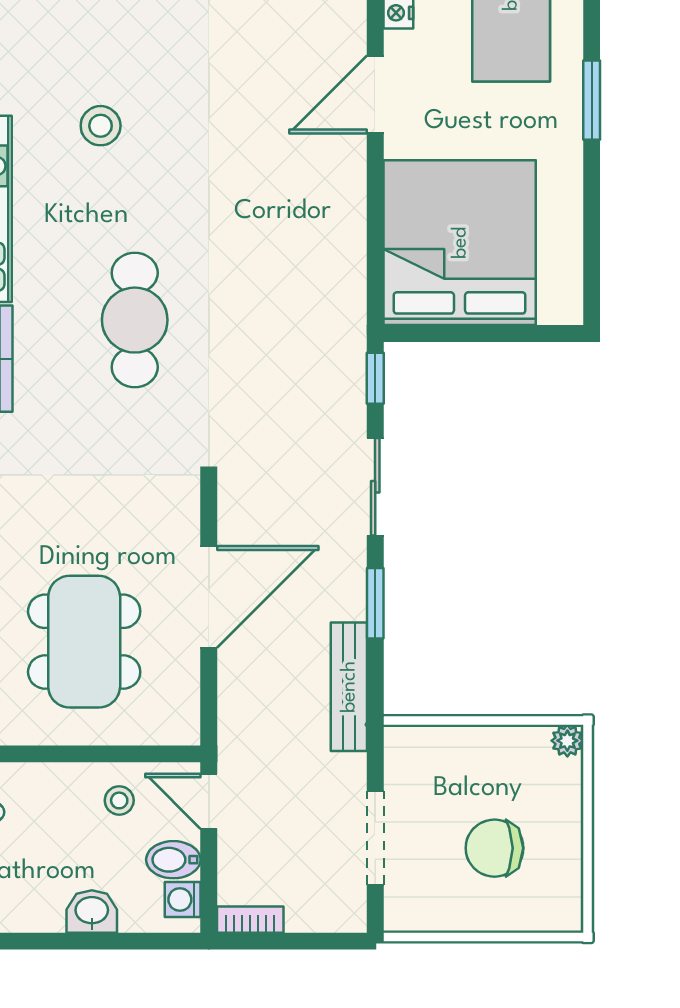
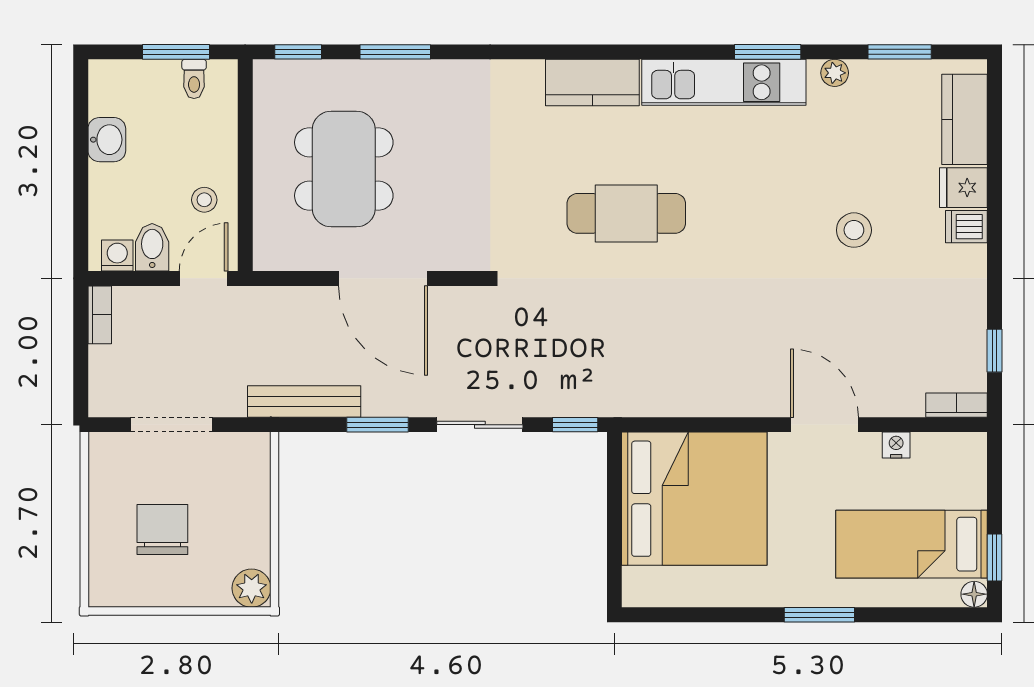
stool: (101, 126) -> (854, 230), moved
dining table: (84, 642) -> (344, 169), turned 90
plant: (567, 741) -> (252, 588), width x1.38, depth x1.38
washbasin: (92, 911) -> (107, 140), moved

